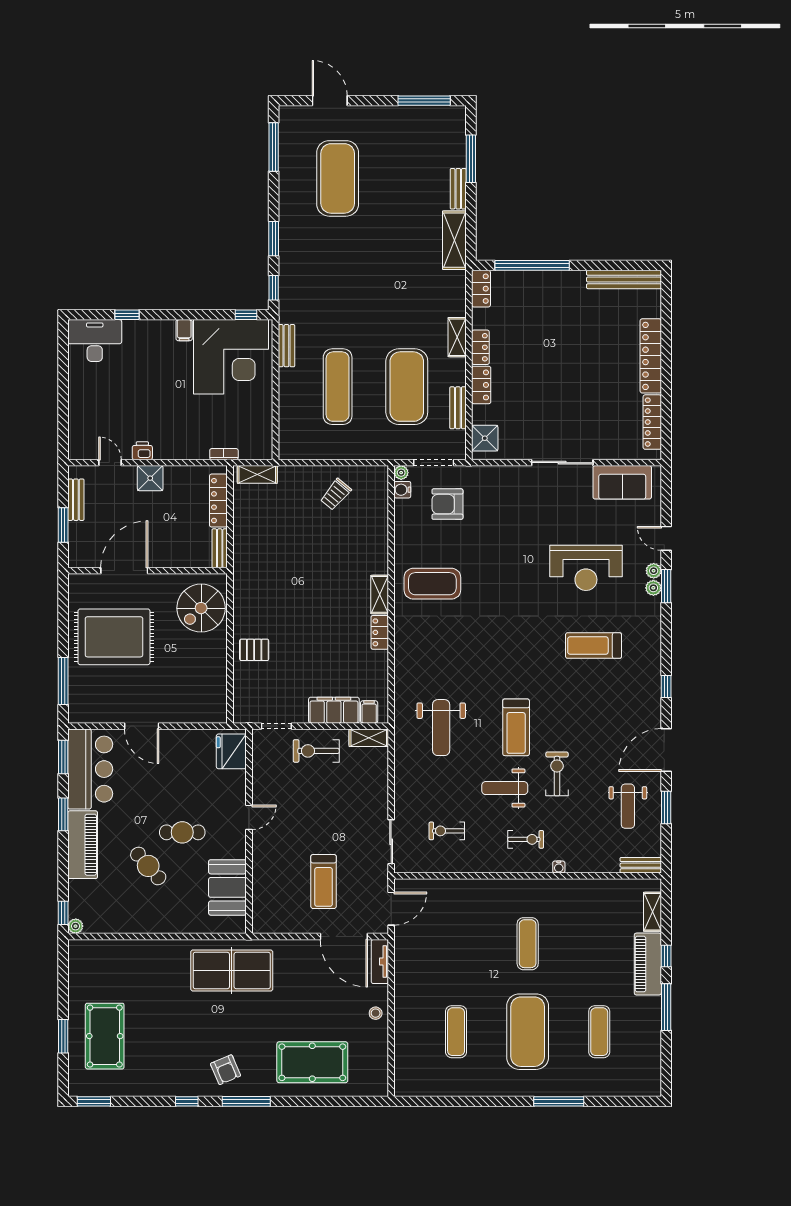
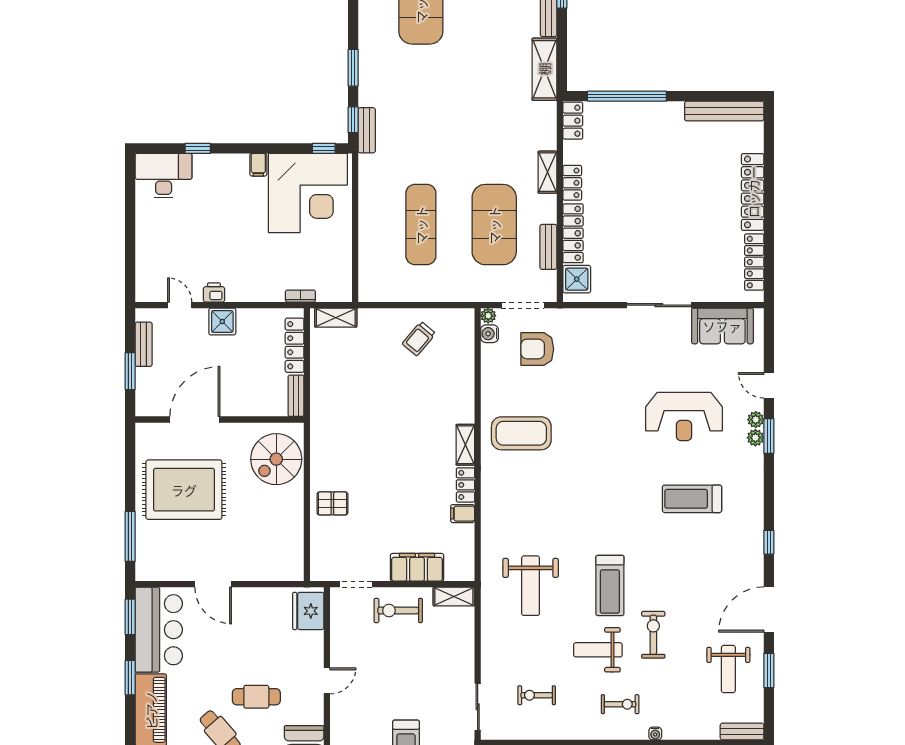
bench: (286, 346) -> (367, 130), moved
locker: (481, 385) -> (573, 233), width x1.53
filing cabinet: (369, 712) -> (463, 514), moved, turned -90

